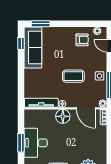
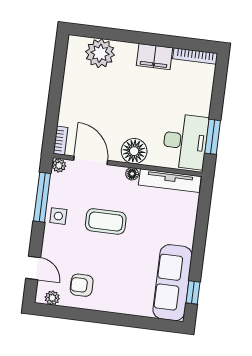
window: (41, 24) -> (153, 324), removed
window: (21, 143) -> (213, 137), moved
desk: (36, 143) -> (185, 141), moved

